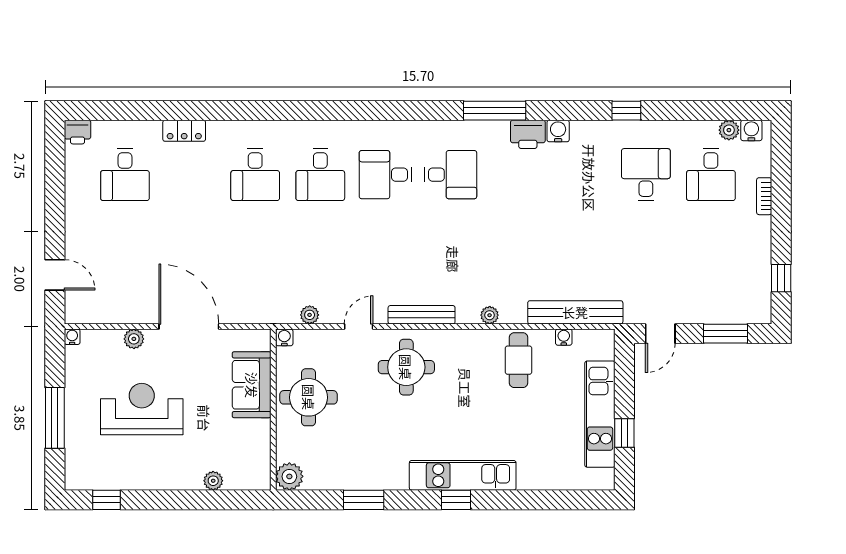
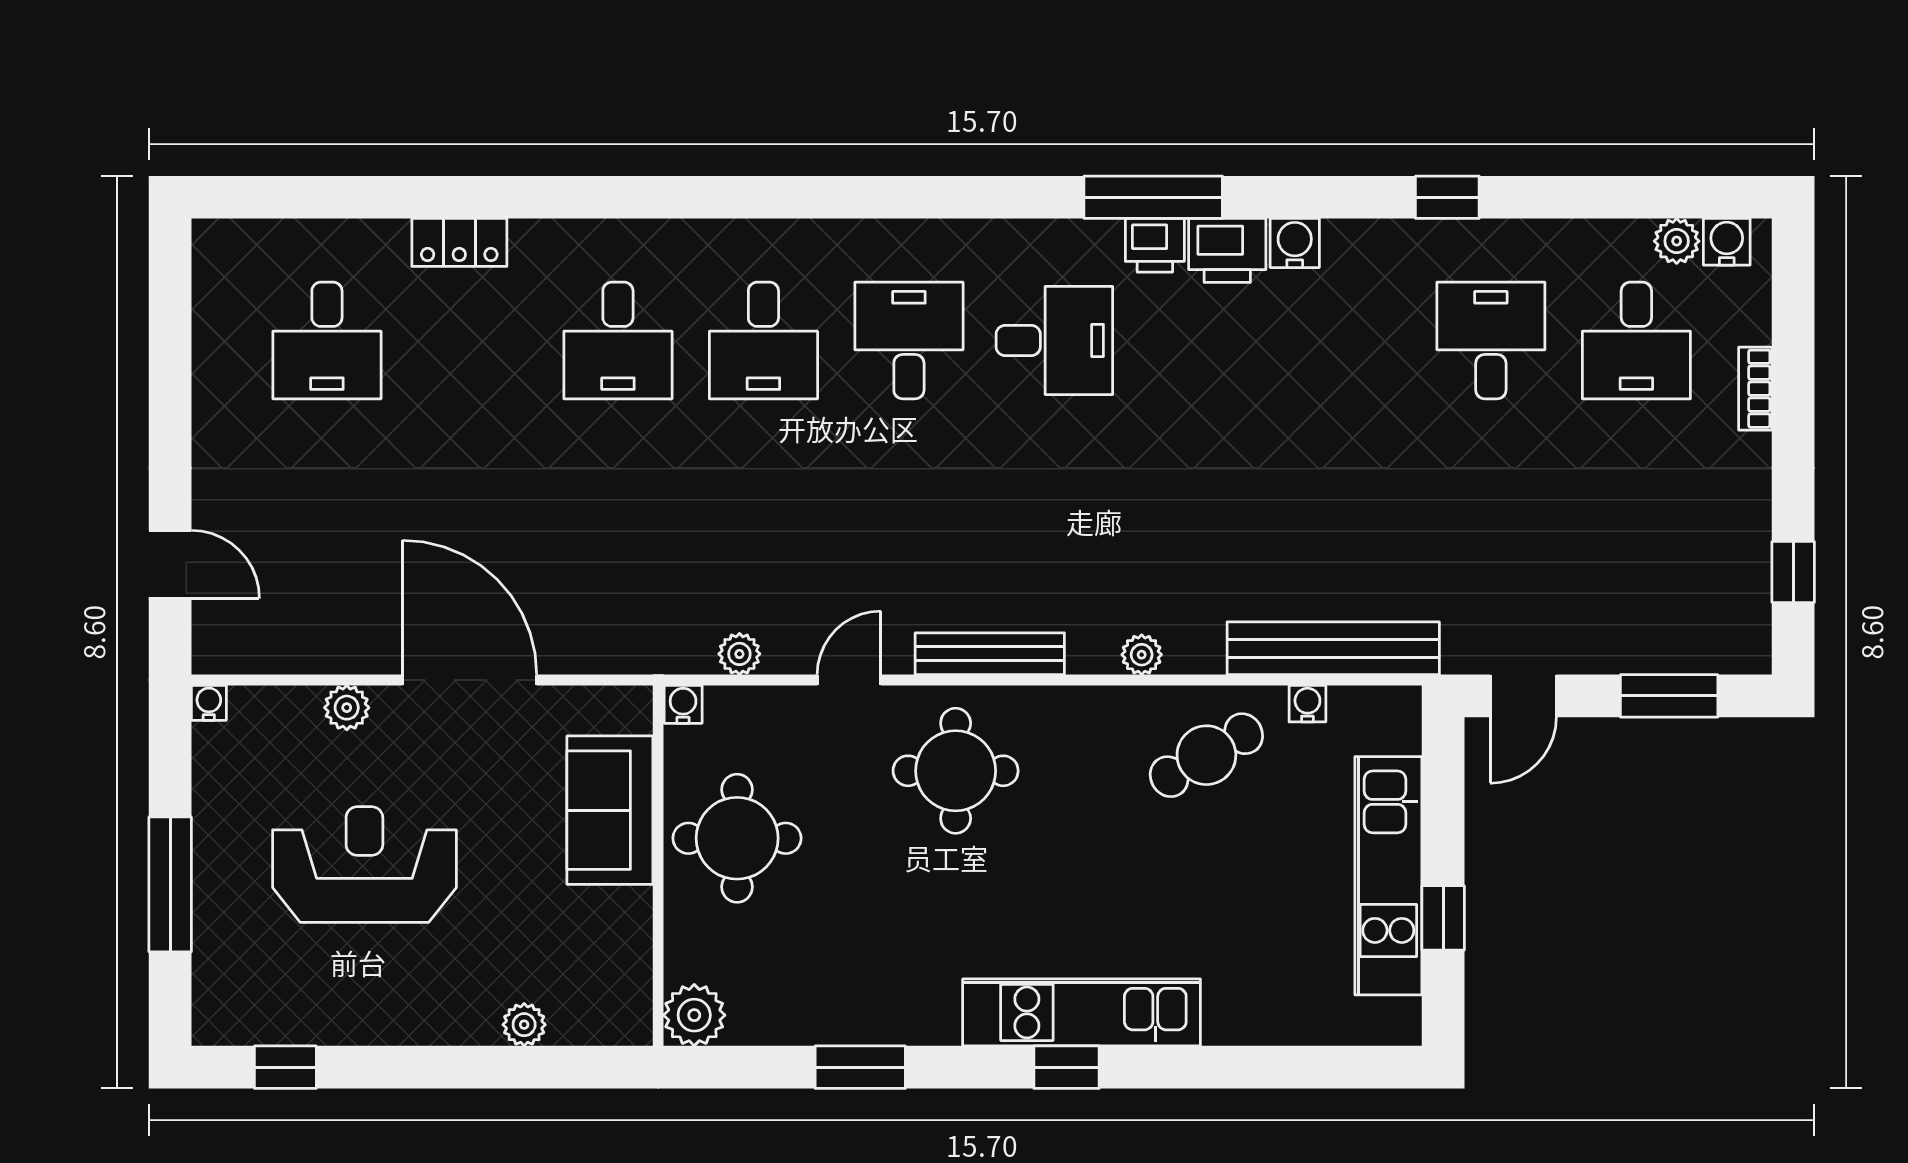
printer: (78, 132) -> (1155, 245), moved
desk: (385, 175) -> (909, 340), turned 90
cafe table: (519, 360) -> (1206, 755), turned 60

